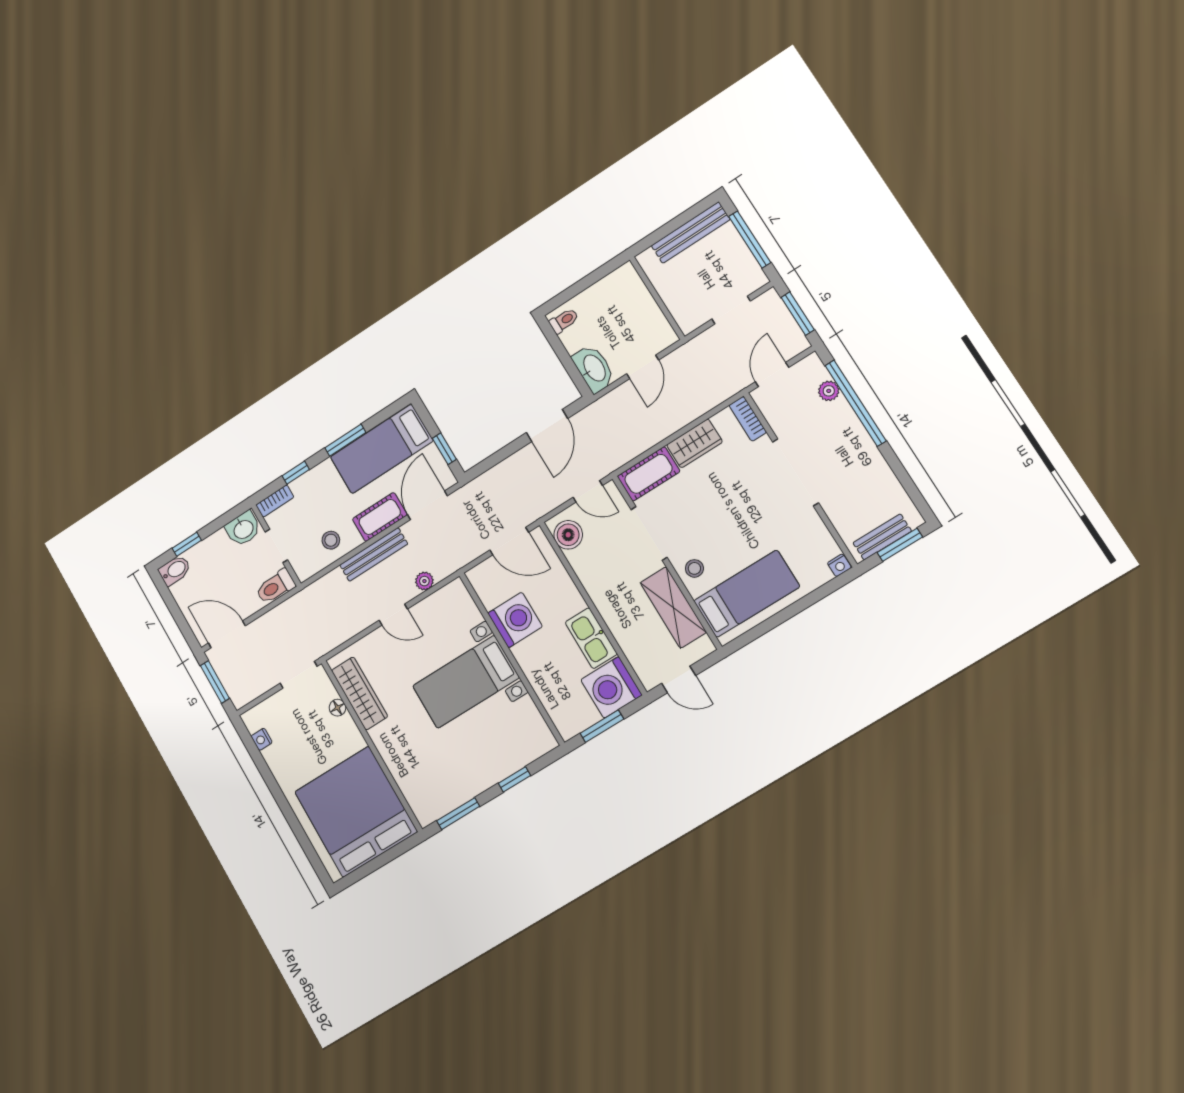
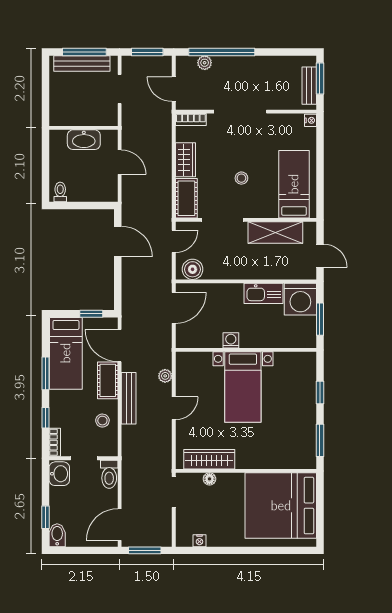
bench: (691, 233) -> (82, 63), moved, turned 90
washbasin: (594, 368) -> (84, 140), moved, turned 180
stool: (694, 568) -> (241, 178), moved
washing machine: (515, 620) -> (231, 340), width x0.53, depth x0.53
door: (679, 679) -> (320, 256), hinge flipped

